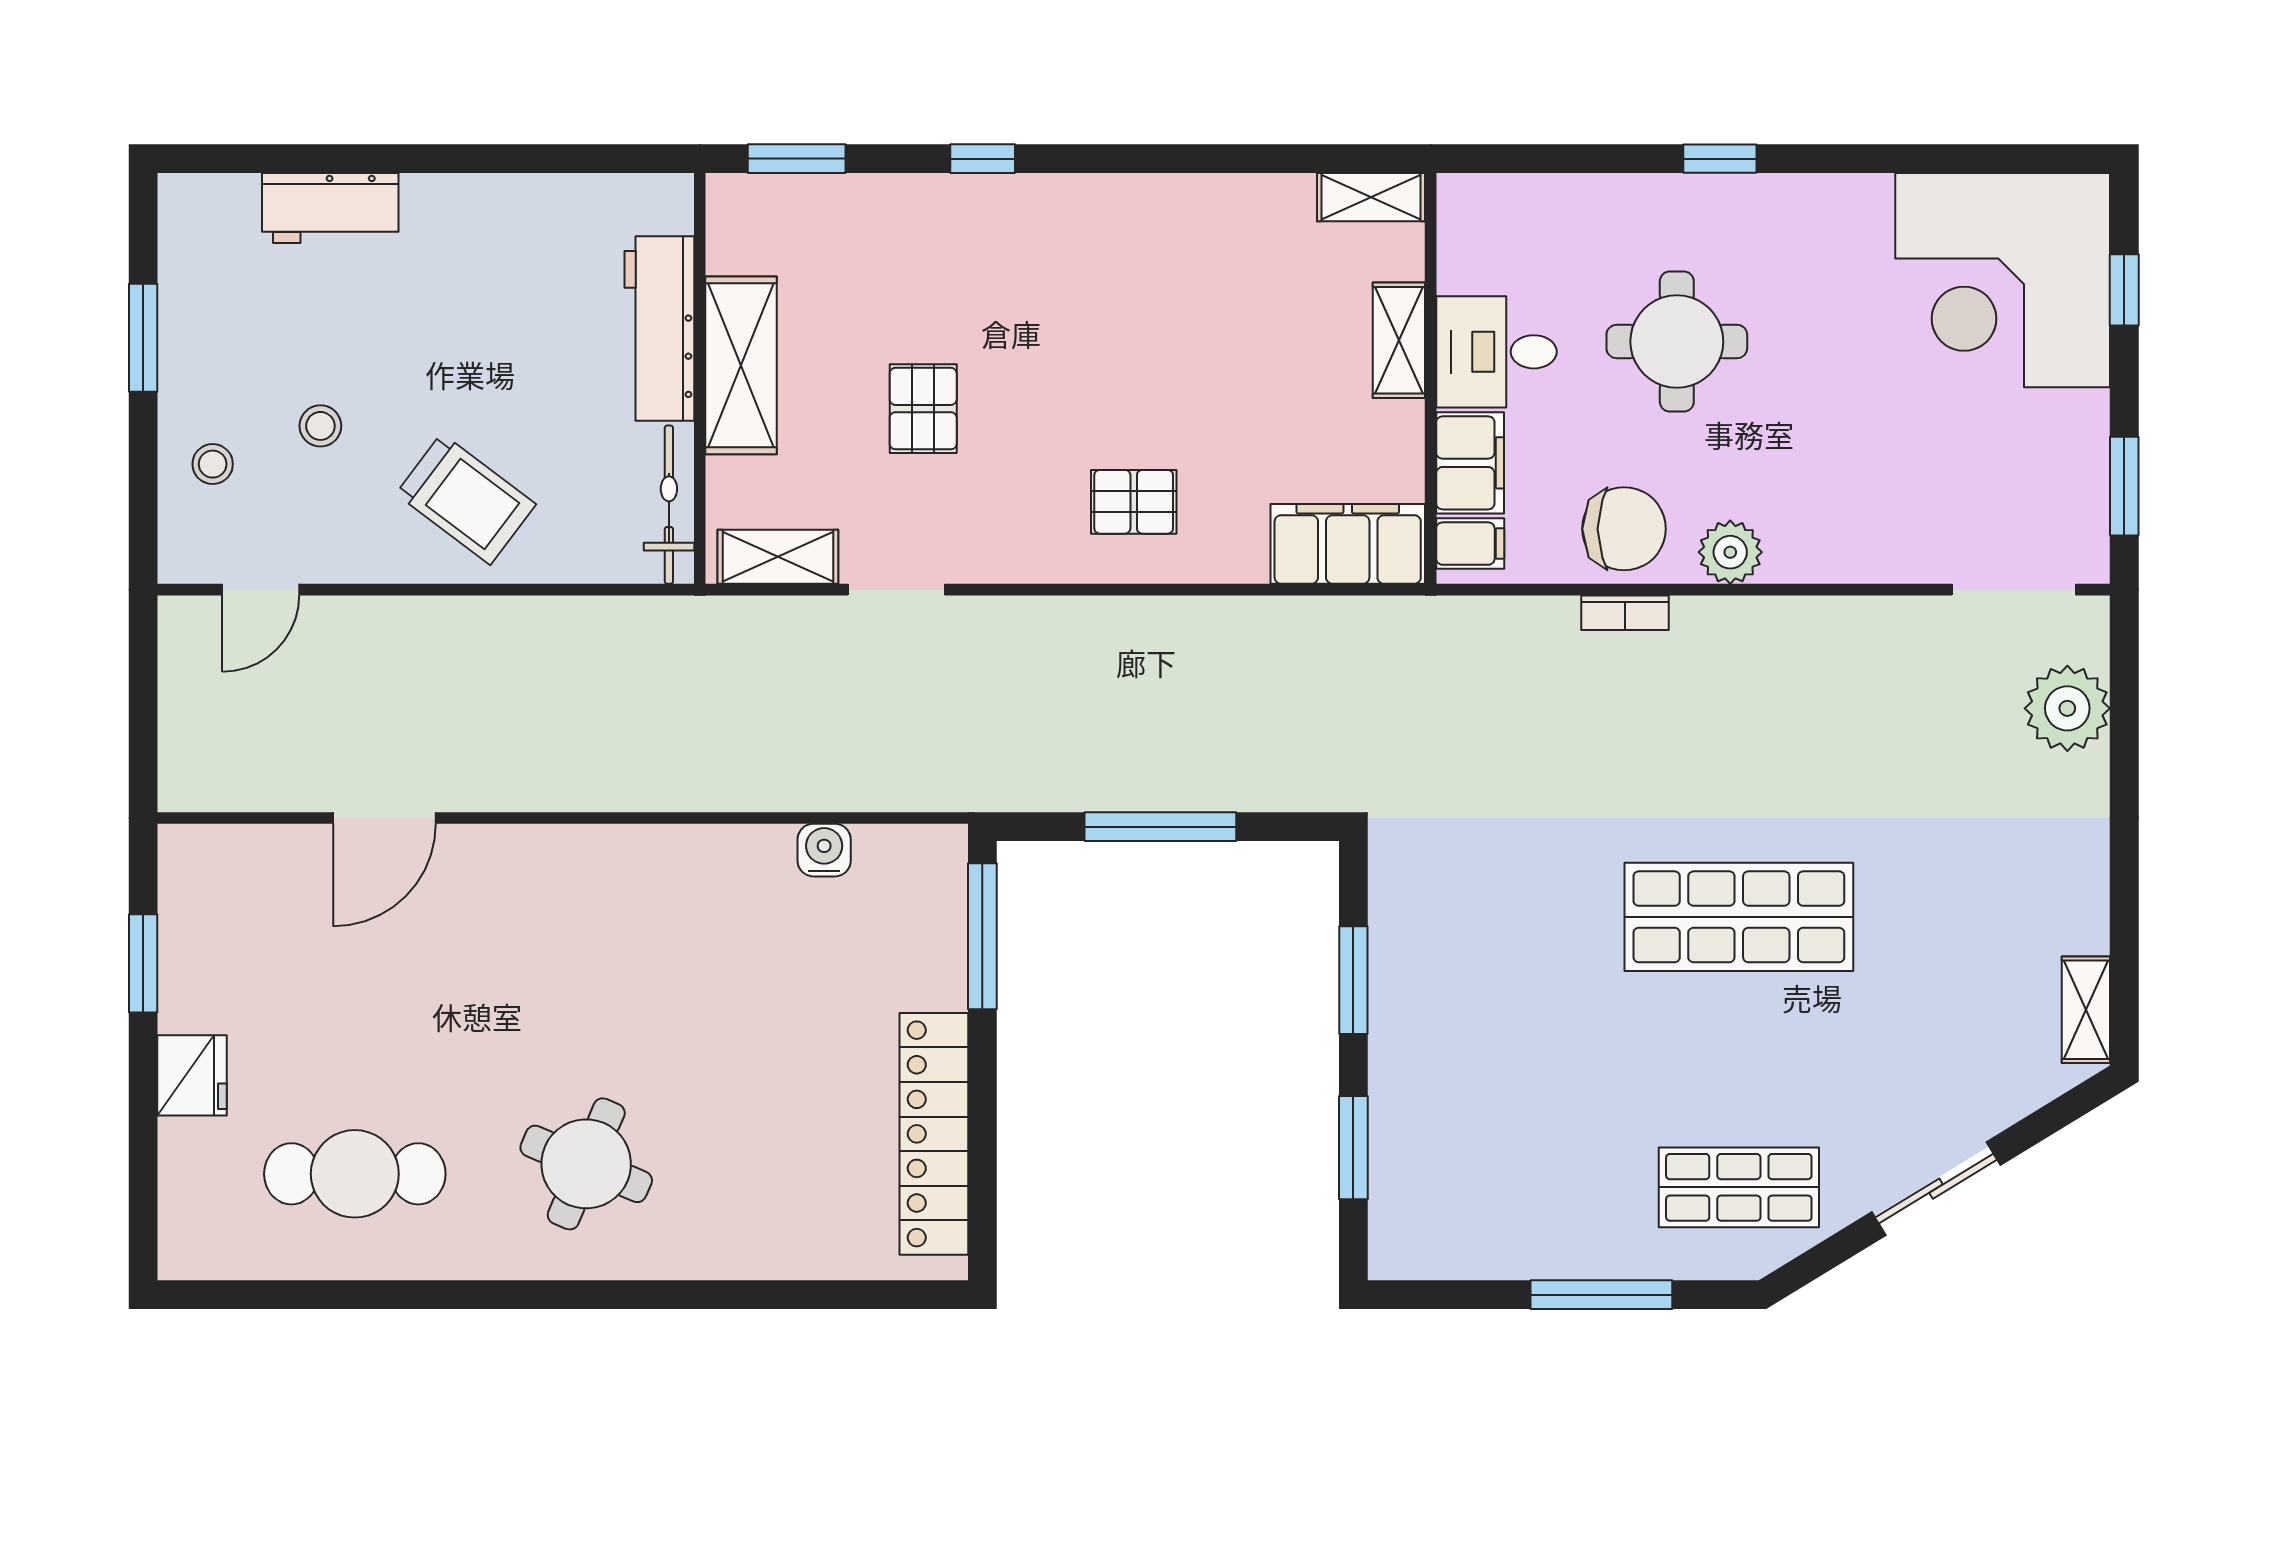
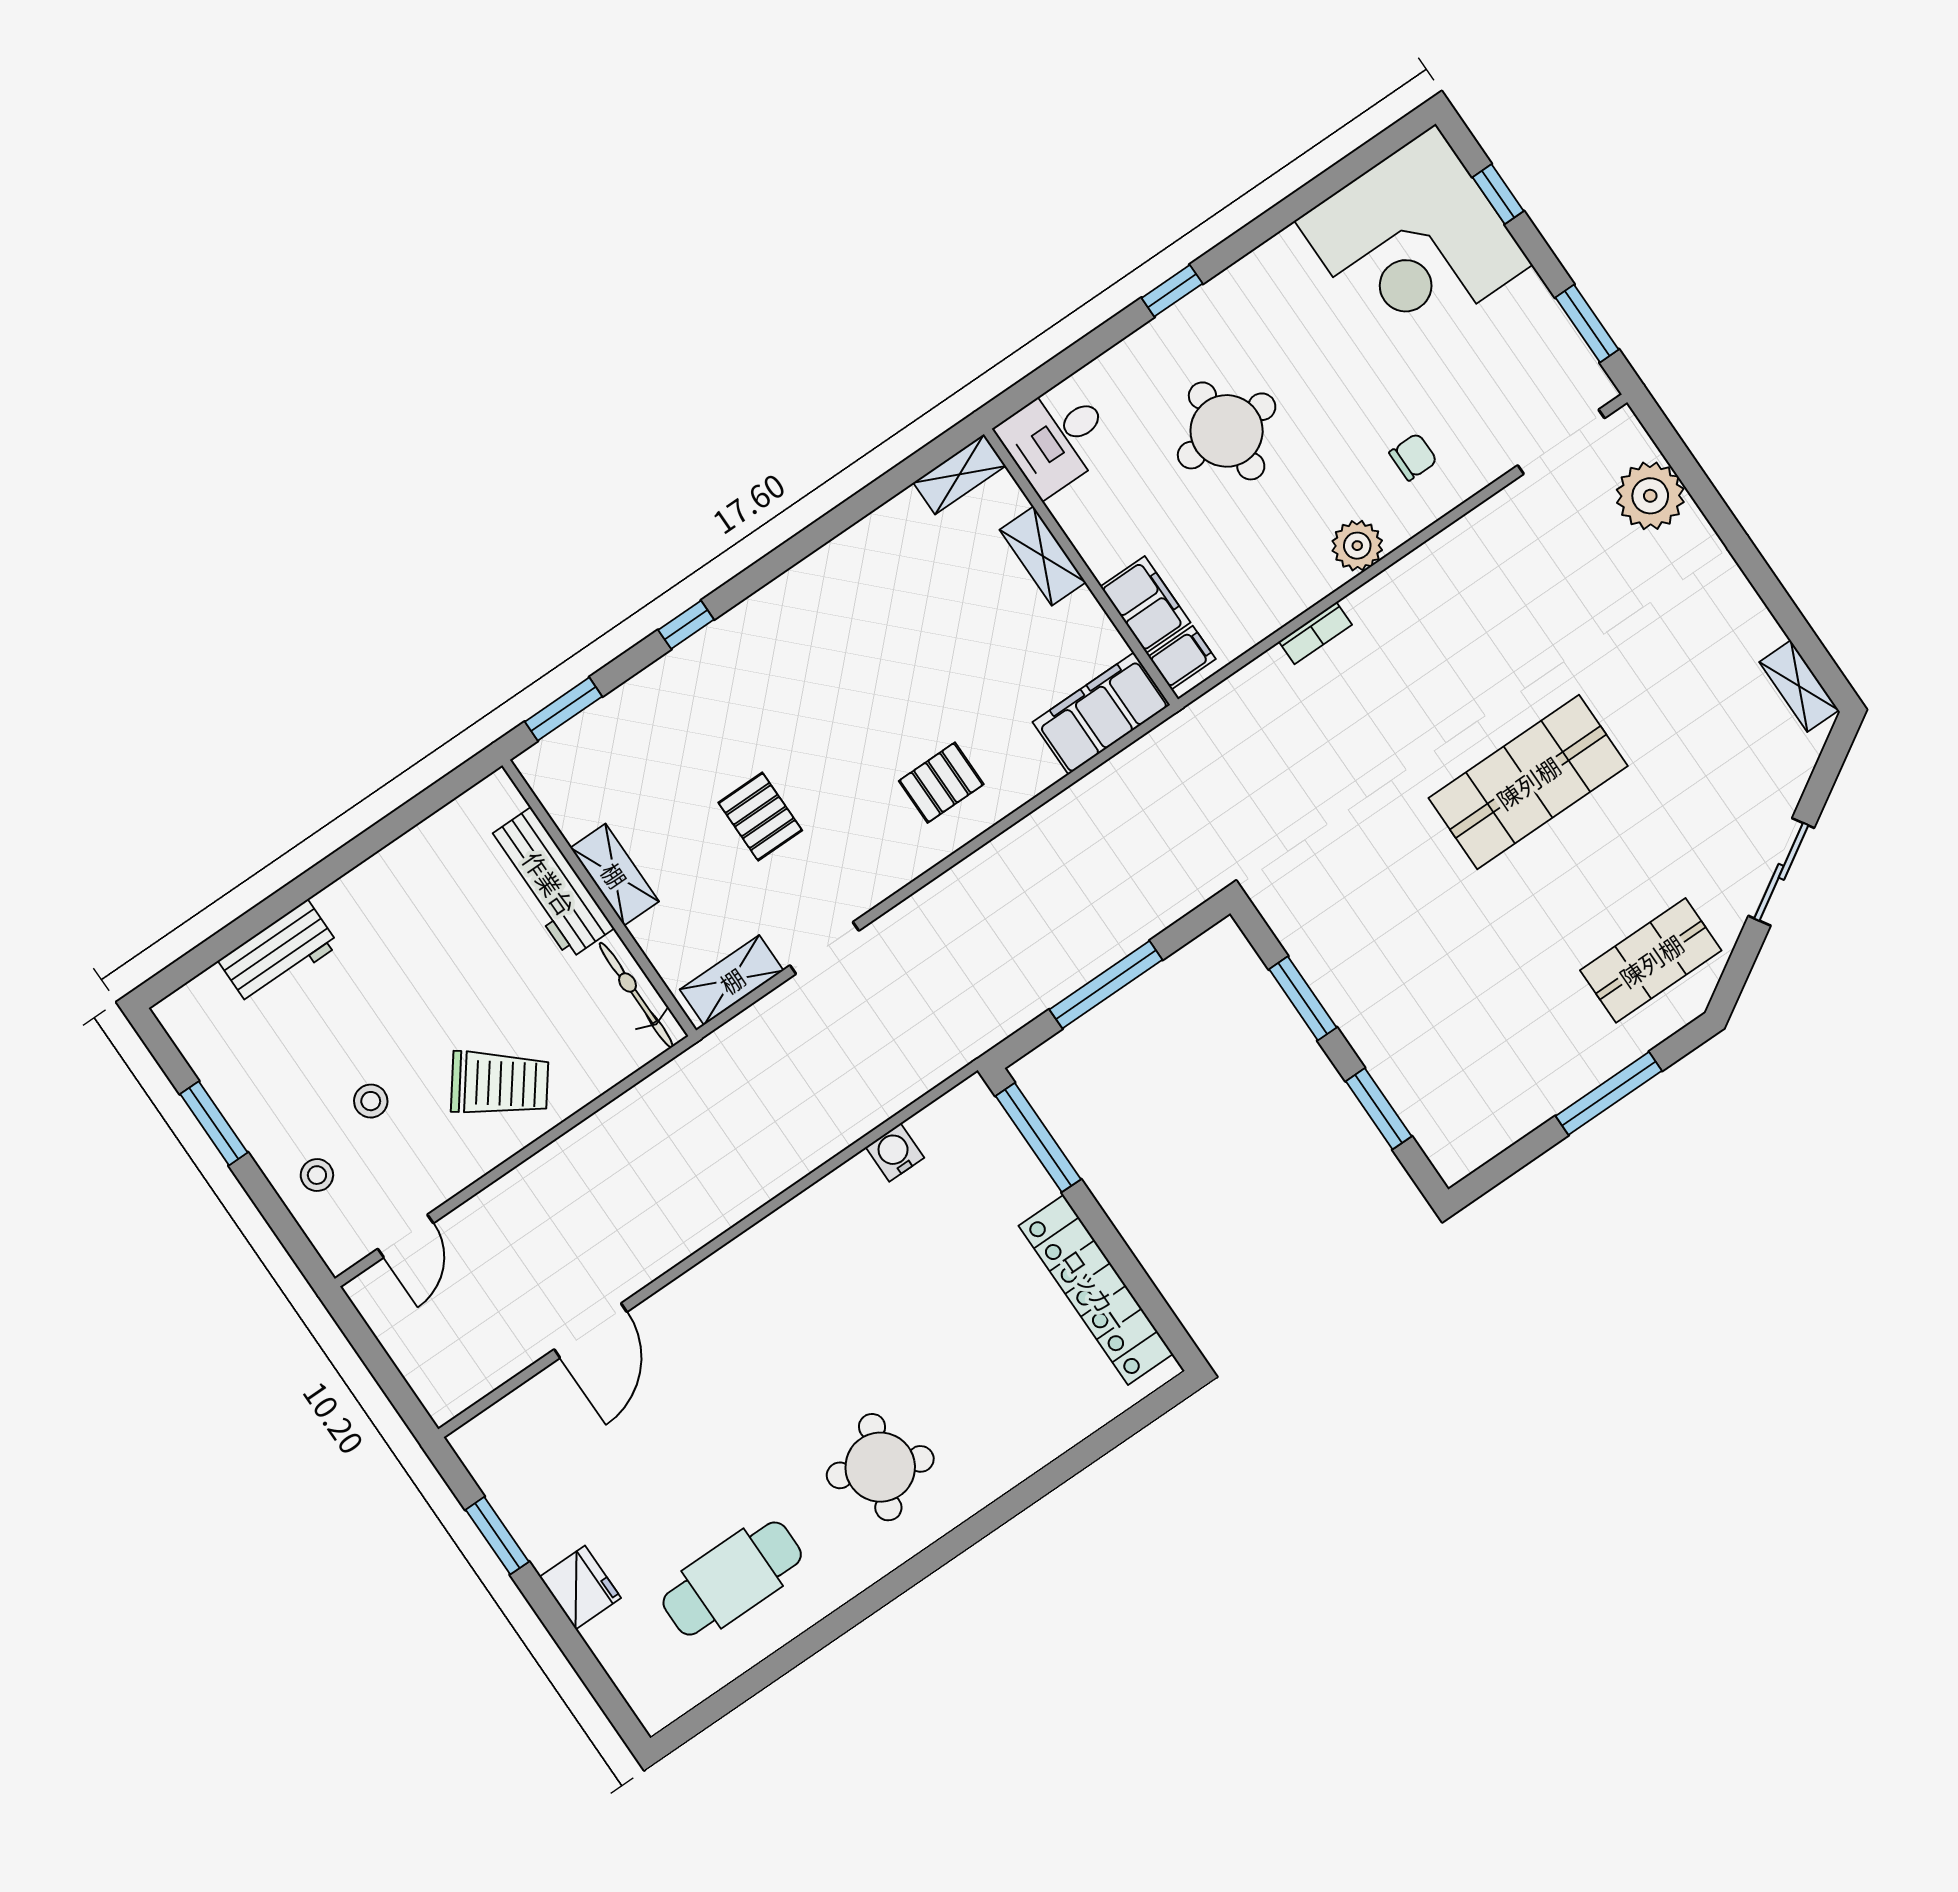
desk: (1496, 352) -> (1057, 438), moved
shelving: (741, 365) -> (615, 875), width x0.67, depth x0.75
chair: (1624, 529) -> (1413, 457), moved, width x0.54, depth x0.54

